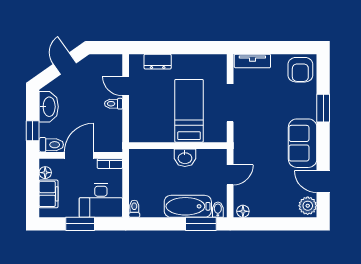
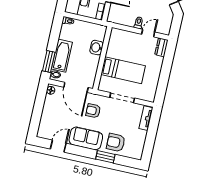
dresser: (158, 62) -> (161, 47), moved
armchair: (300, 70) -> (116, 142), moved
armchair: (259, 142) -> (93, 111), added
washbasin: (185, 158) -> (97, 48), moved
door: (230, 175) -> (76, 87), width x1.88
plant: (308, 206) -> (45, 133), removed

